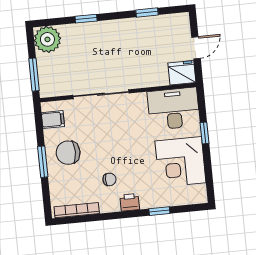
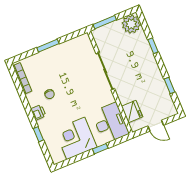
fridge: (182, 73) -> (132, 111), moved
filing cabinet: (53, 120) -> (78, 44), removed
chair: (68, 153) -> (59, 61), removed

